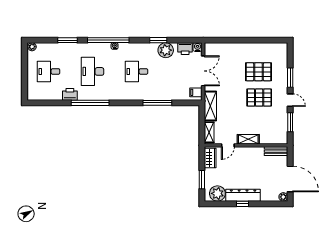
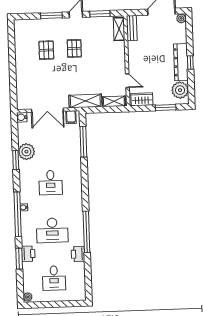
printer: (185, 49) -> (28, 254), moved
double door: (203, 71) -> (47, 110), swing flipped
pallet: (258, 72) -> (46, 50), width x0.67, depth x0.71
pallet: (259, 98) -> (74, 48), width x0.67, depth x0.71
window: (157, 103) -> (83, 142), moved
shelving: (248, 139) -> (119, 29), moved

